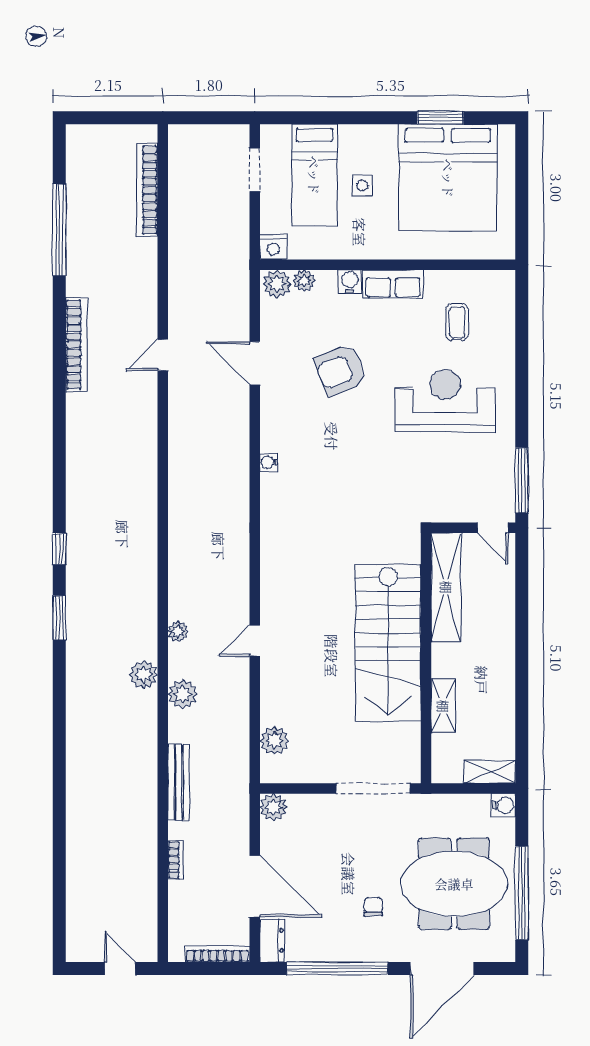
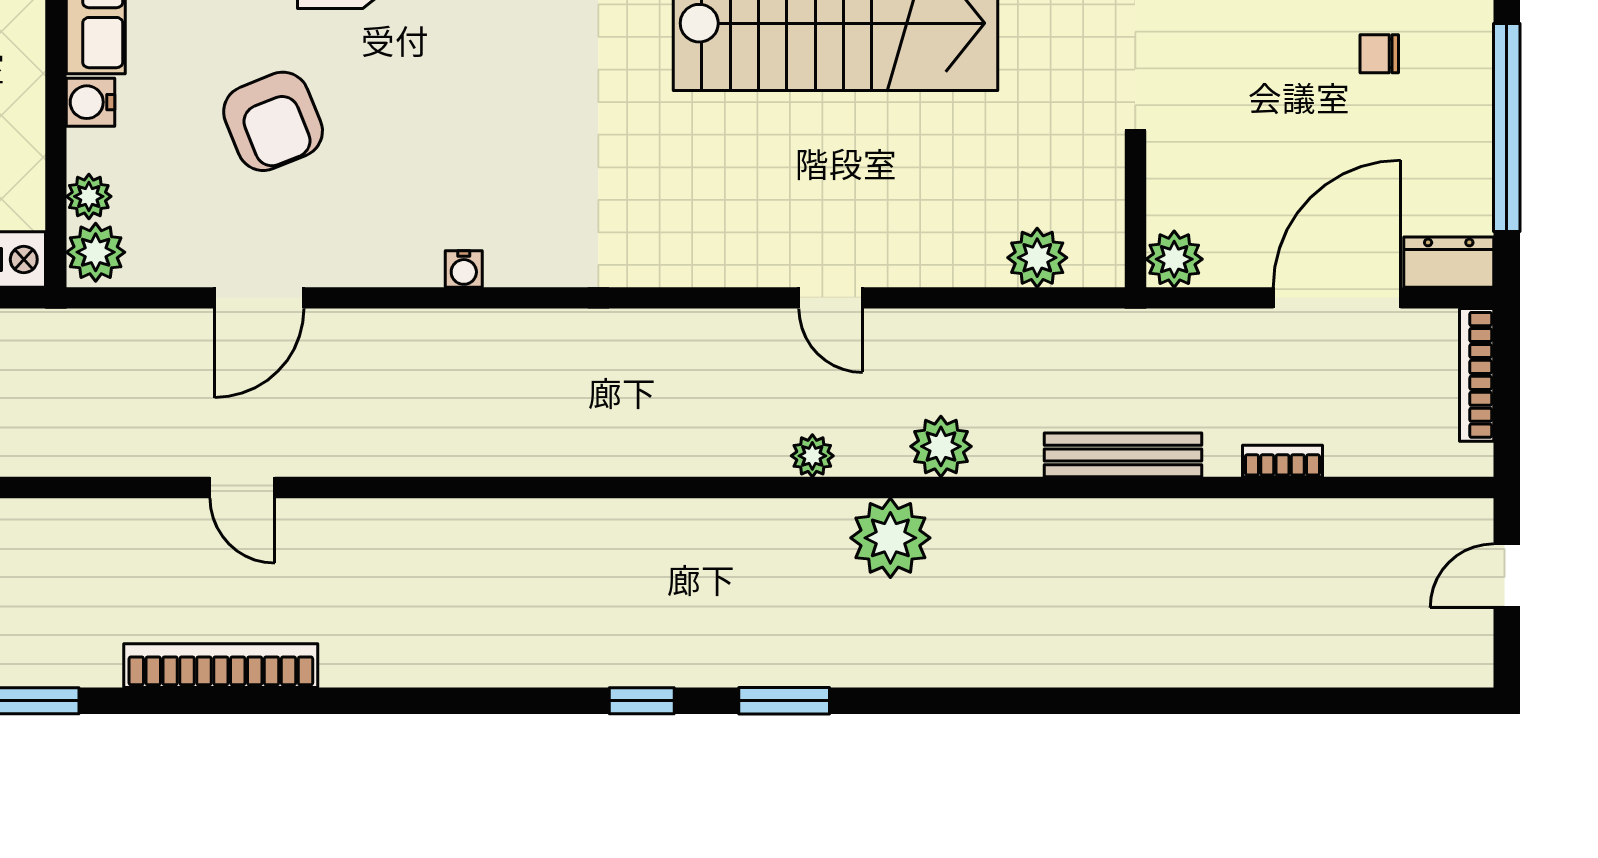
plant: (143, 675) -> (890, 538), width x1.36, depth x1.36

